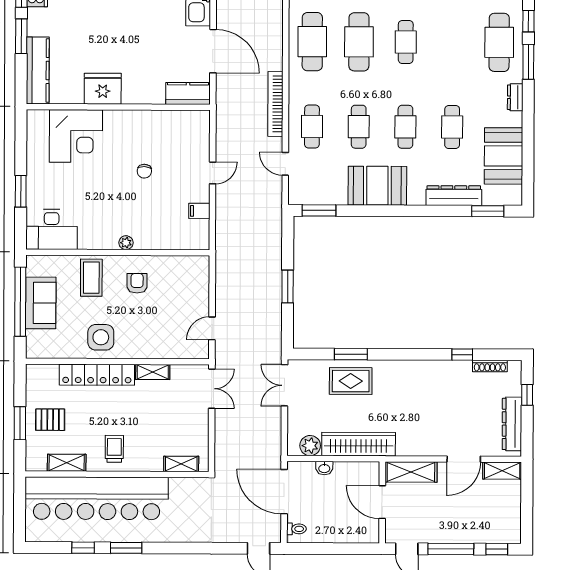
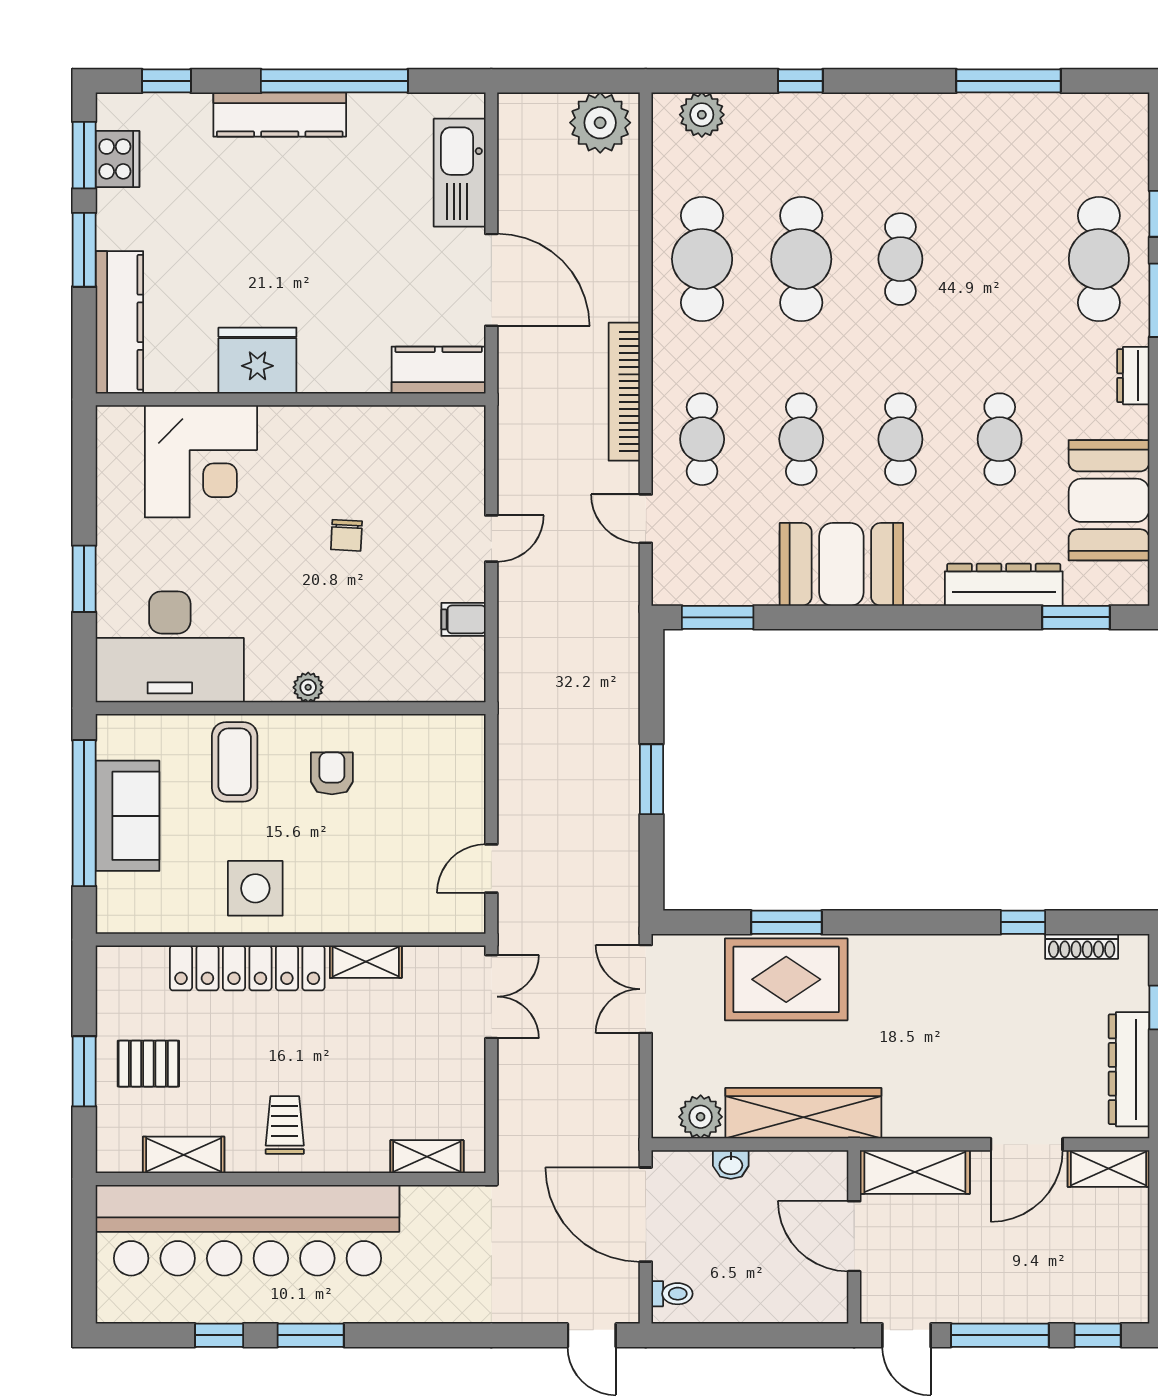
desk: (52, 229) -> (170, 647), width x1.36, depth x1.30
rug: (351, 381) -> (786, 979), width x1.36, depth x1.43

